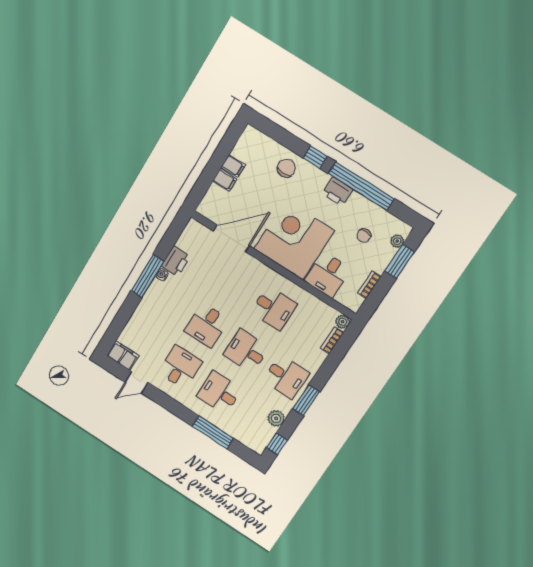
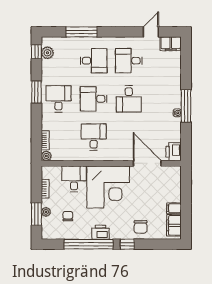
filing cabinet: (225, 180) -> (174, 225), moved, width x2.00
door: (231, 239) -> (147, 163), swing flipped
plant: (397, 241) -> (46, 212), moved
printer: (176, 261) -> (174, 152), moved
desk: (274, 308) -> (94, 137), turned 90
desk: (207, 325) -> (129, 99), turned 180
desk: (246, 351) -> (94, 99), turned 180
desk: (180, 367) -> (129, 61), turned 90
desk: (286, 377) -> (58, 99), turned 90
plant: (276, 418) -> (47, 53), moved

